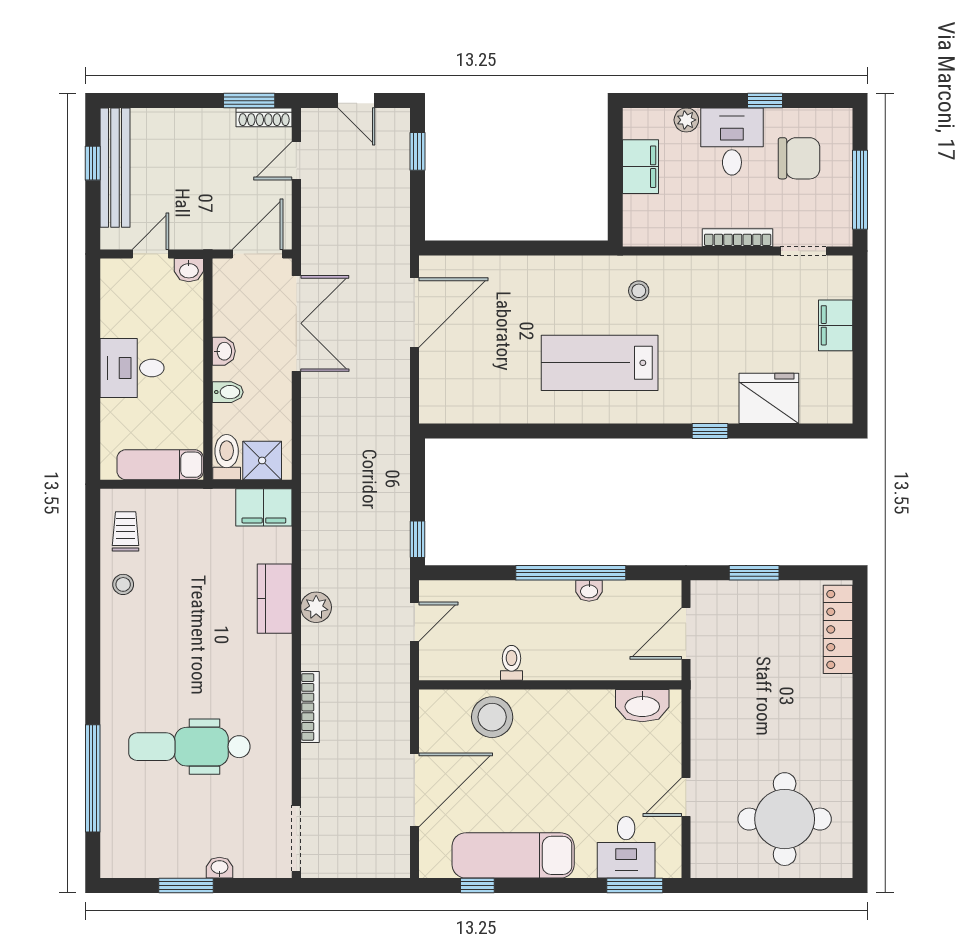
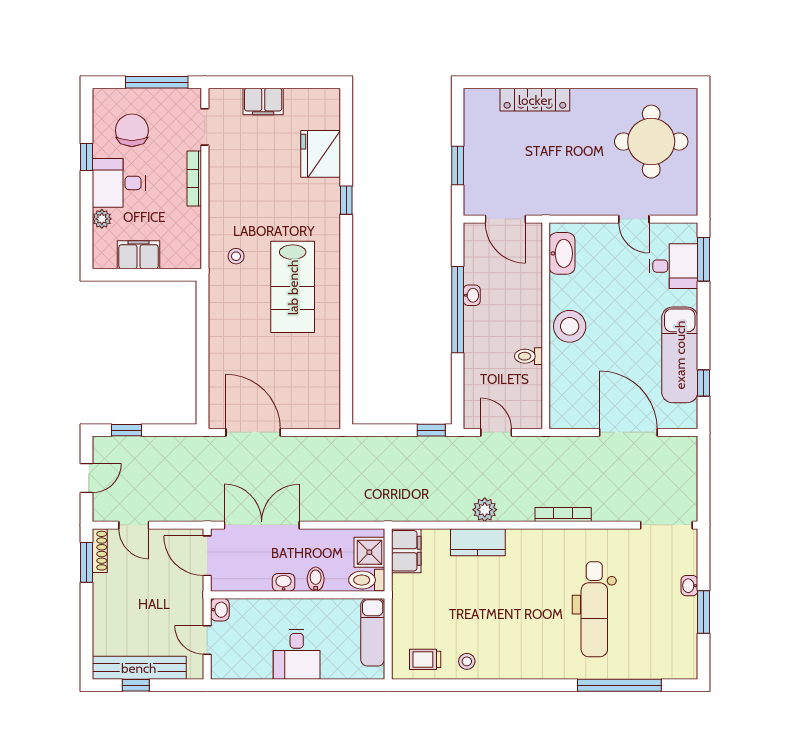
locker: (838, 629) -> (535, 100), moved
stool: (492, 717) -> (570, 326), moved

